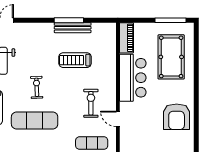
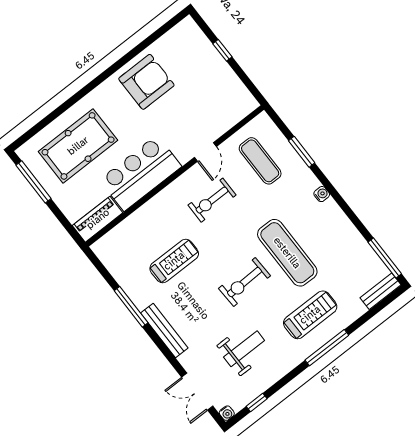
bench: (73, 28) -> (164, 330), moved
treadmill: (75, 60) -> (174, 261), turned -90
exercise bike: (37, 87) -> (244, 282), width x1.38, depth x1.39

